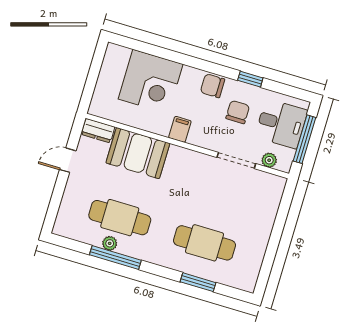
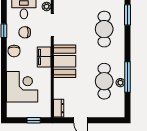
window: (90, 84) -> (34, 120), added
filing cabinet: (180, 129) -> (44, 57), width x2.00
booth: (138, 153) -> (65, 61), moved
window: (198, 282) -> (127, 15), moved

